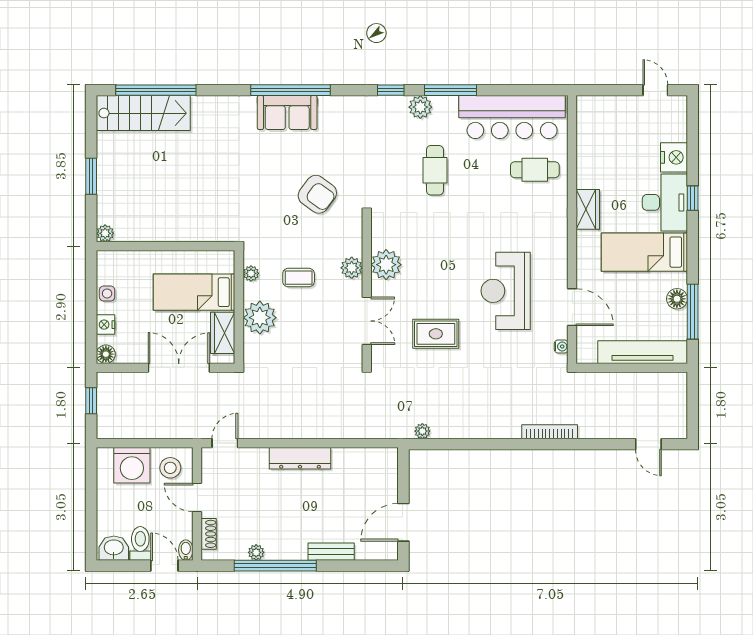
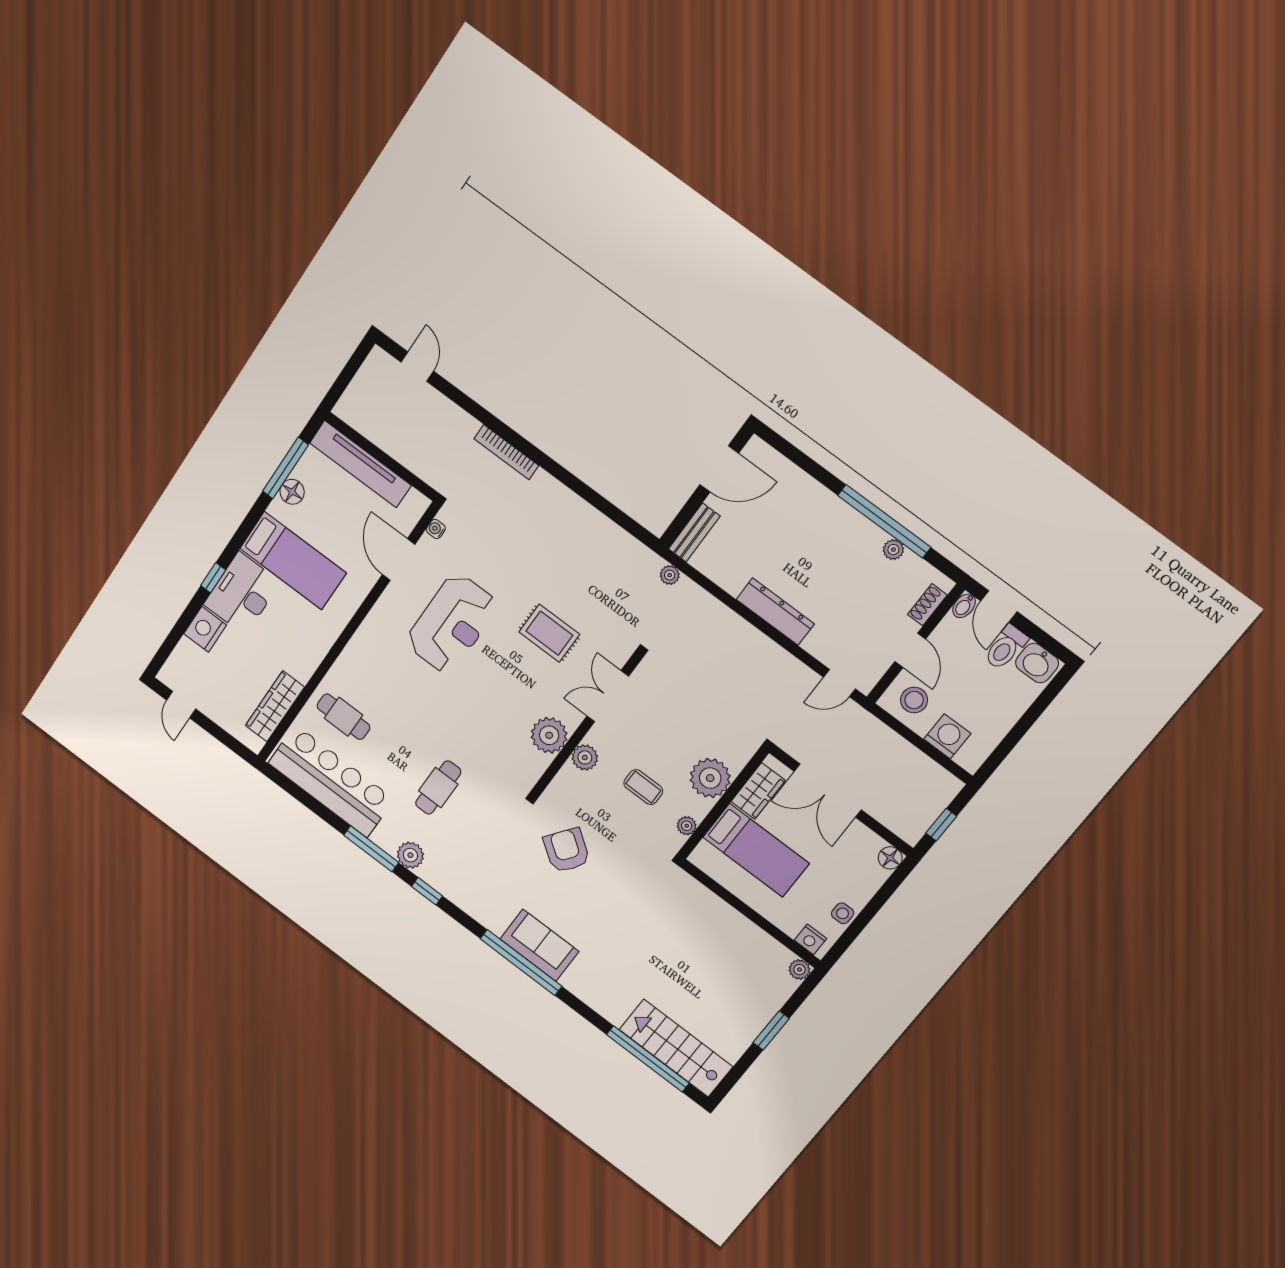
wardrobe: (588, 209) -> (275, 706), moved, width x1.50
nightstand: (106, 325) -> (810, 939), moved, turned 90
plant: (422, 431) -> (670, 575), moved
washing machine: (132, 465) -> (947, 736), width x0.73, depth x0.73
bench: (331, 552) -> (694, 532), moved, turned 90

